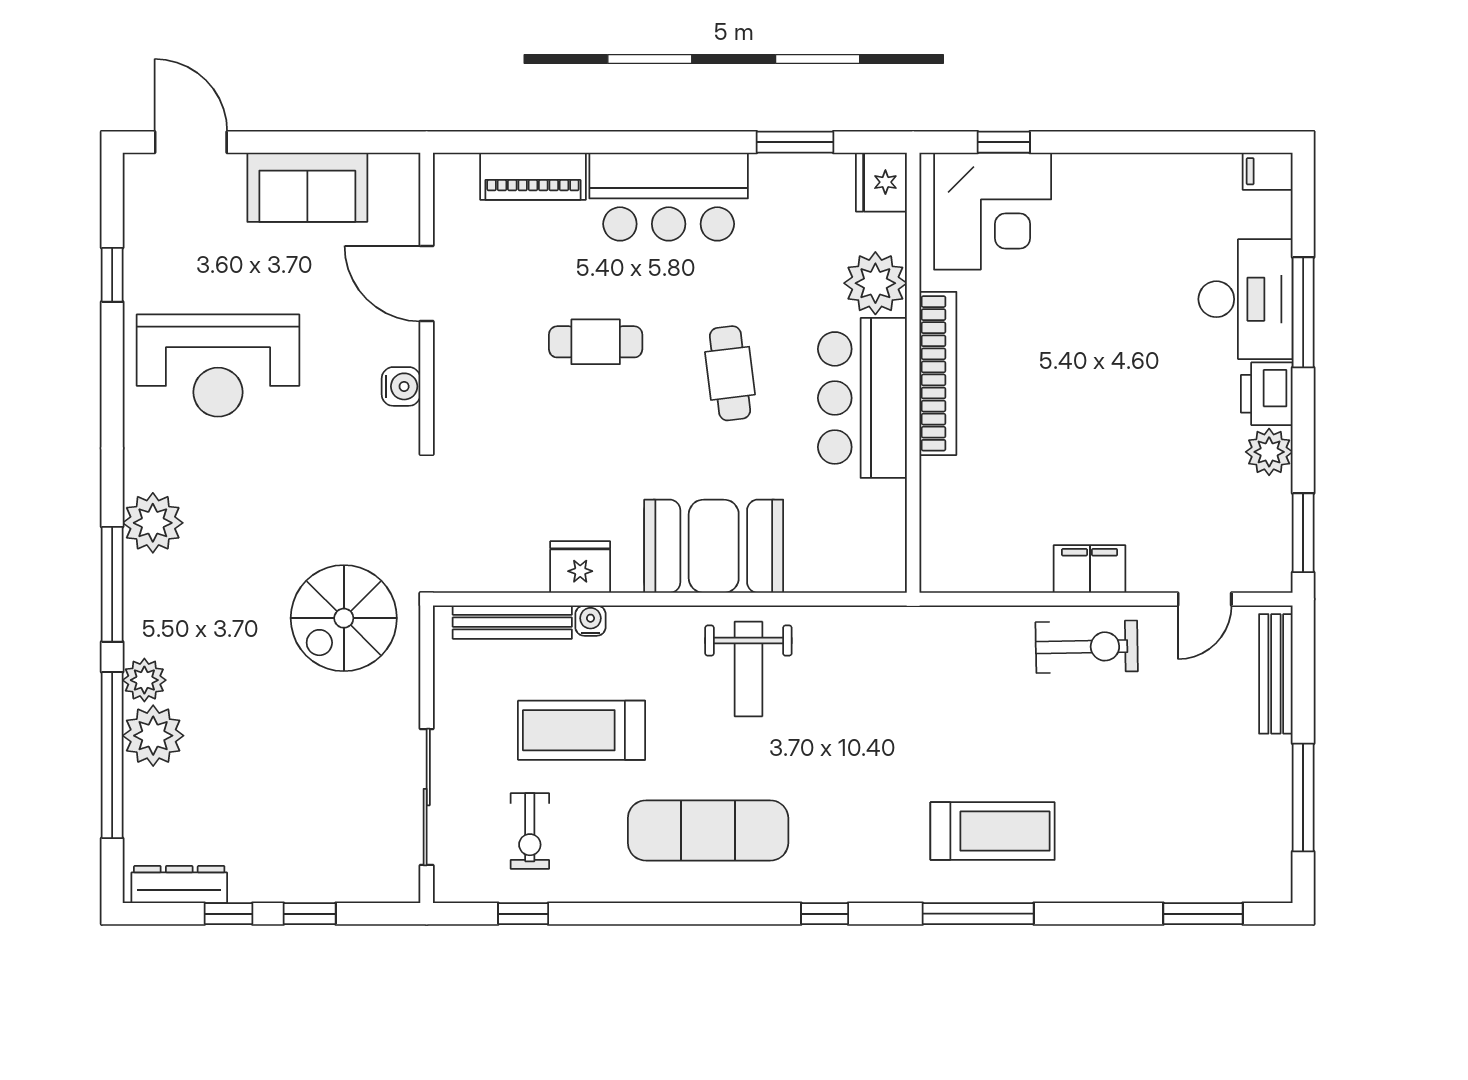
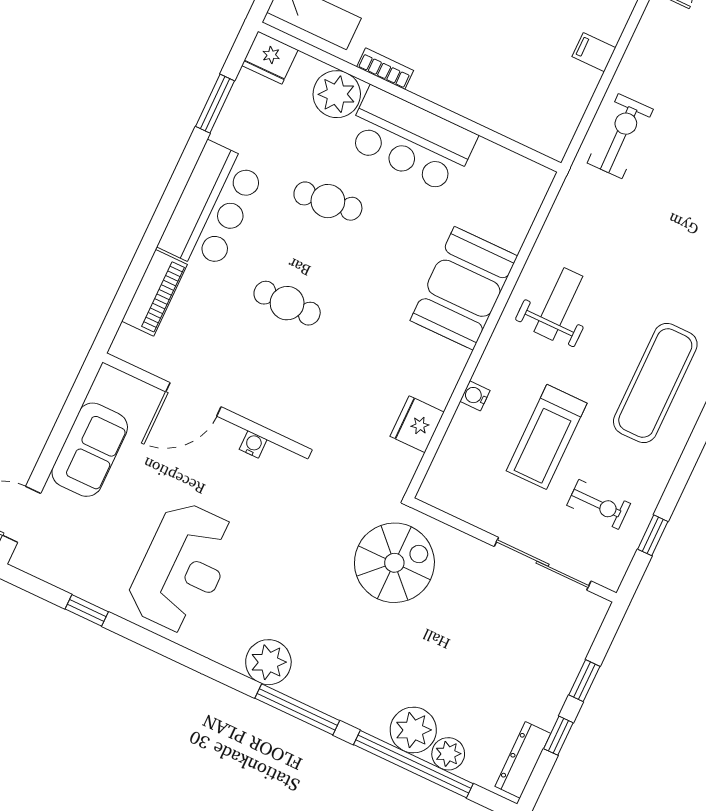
cafe table: (596, 342) -> (287, 303), turned 90
cafe table: (730, 373) -> (328, 201), moved
bookcase: (938, 373) -> (385, 69), width x0.43, depth x0.76
water cooler: (401, 386) -> (253, 444), width x0.72, depth x0.72
fridge: (580, 567) -> (417, 424), moved
filing cabinet: (1090, 569) -> (594, 52), width x0.50
spiral stairs: (344, 618) -> (394, 563), turned -90
bench: (512, 622) -> (451, 449), removed
exercise bike: (1087, 647) -> (620, 136), moved
weight bench: (748, 669) -> (558, 304), turned -90
plant: (144, 680) -> (448, 754), moved

